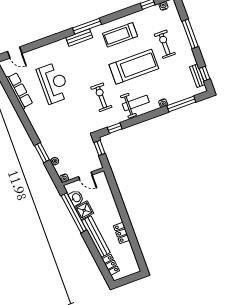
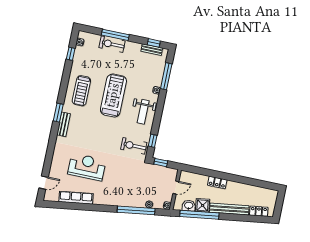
window: (87, 26) -> (58, 113), width x0.69
exercise bike: (165, 44) -> (112, 44), moved
exercise bike: (101, 97) -> (134, 146), moved
weight bench: (136, 103) -> (143, 112), turned 180
window: (42, 153) -> (136, 210), width x2.11
locker: (121, 233) -> (217, 182), moved

